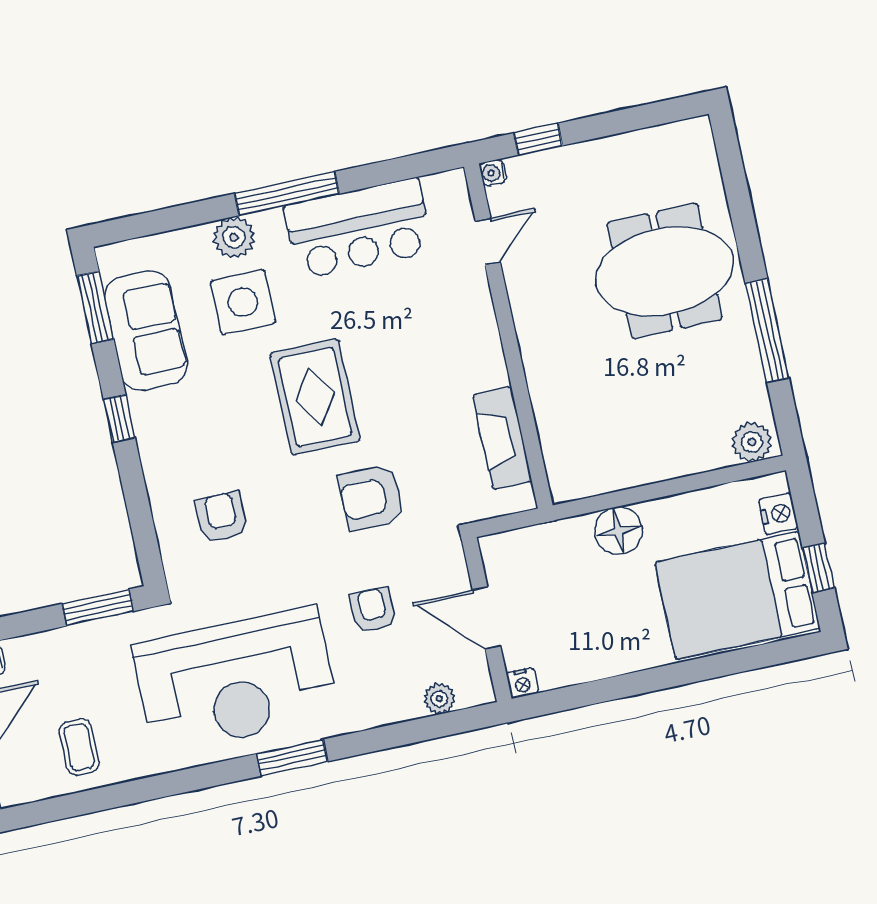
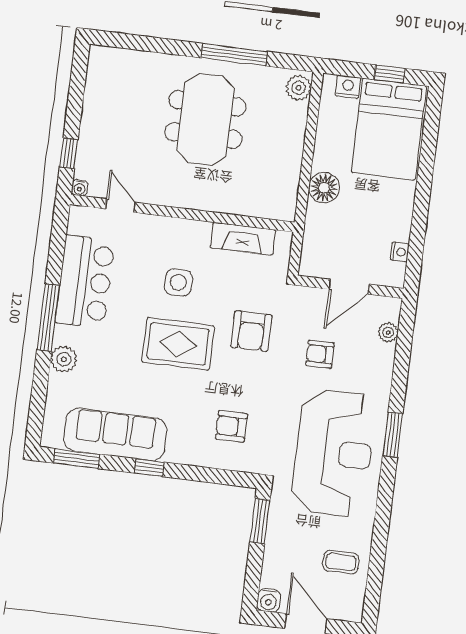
meeting table: (665, 271) -> (205, 119), moved
side table: (243, 302) -> (178, 282), moved, width x0.73, depth x0.73
sofa: (146, 331) -> (115, 434), width x1.36
nightstand: (522, 683) -> (400, 252), moved

